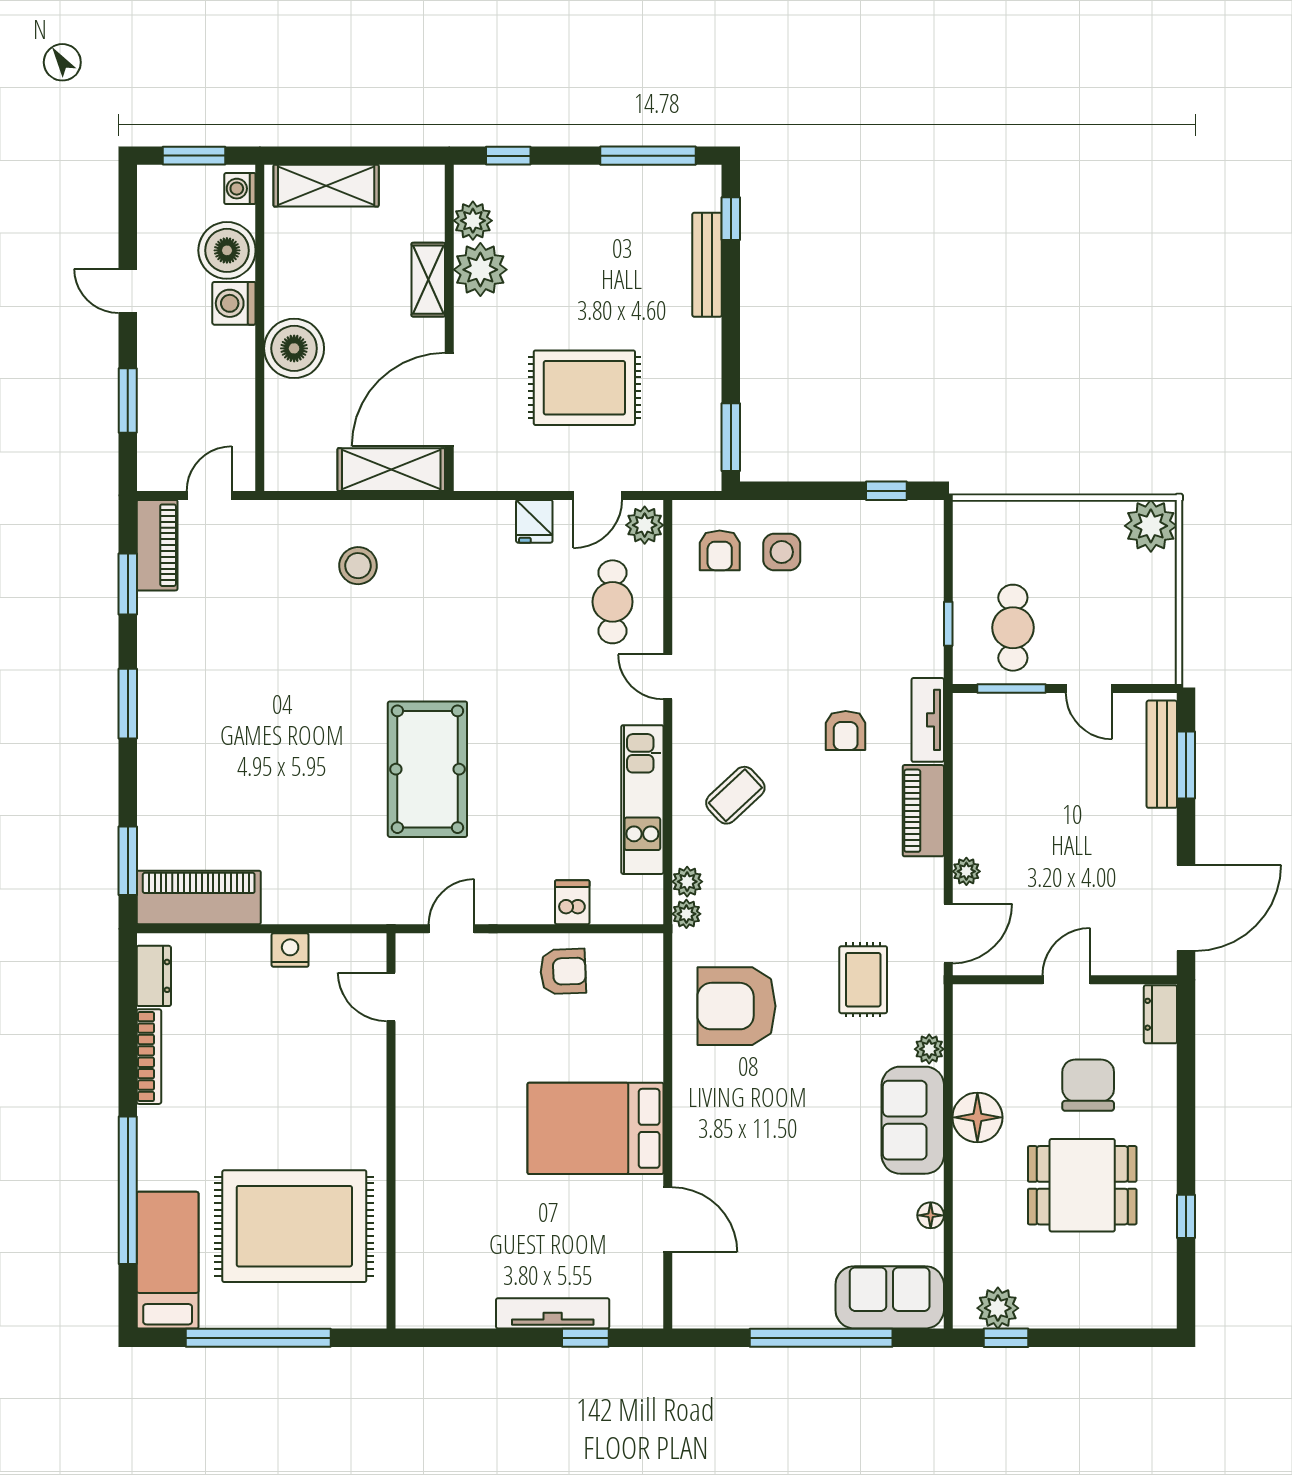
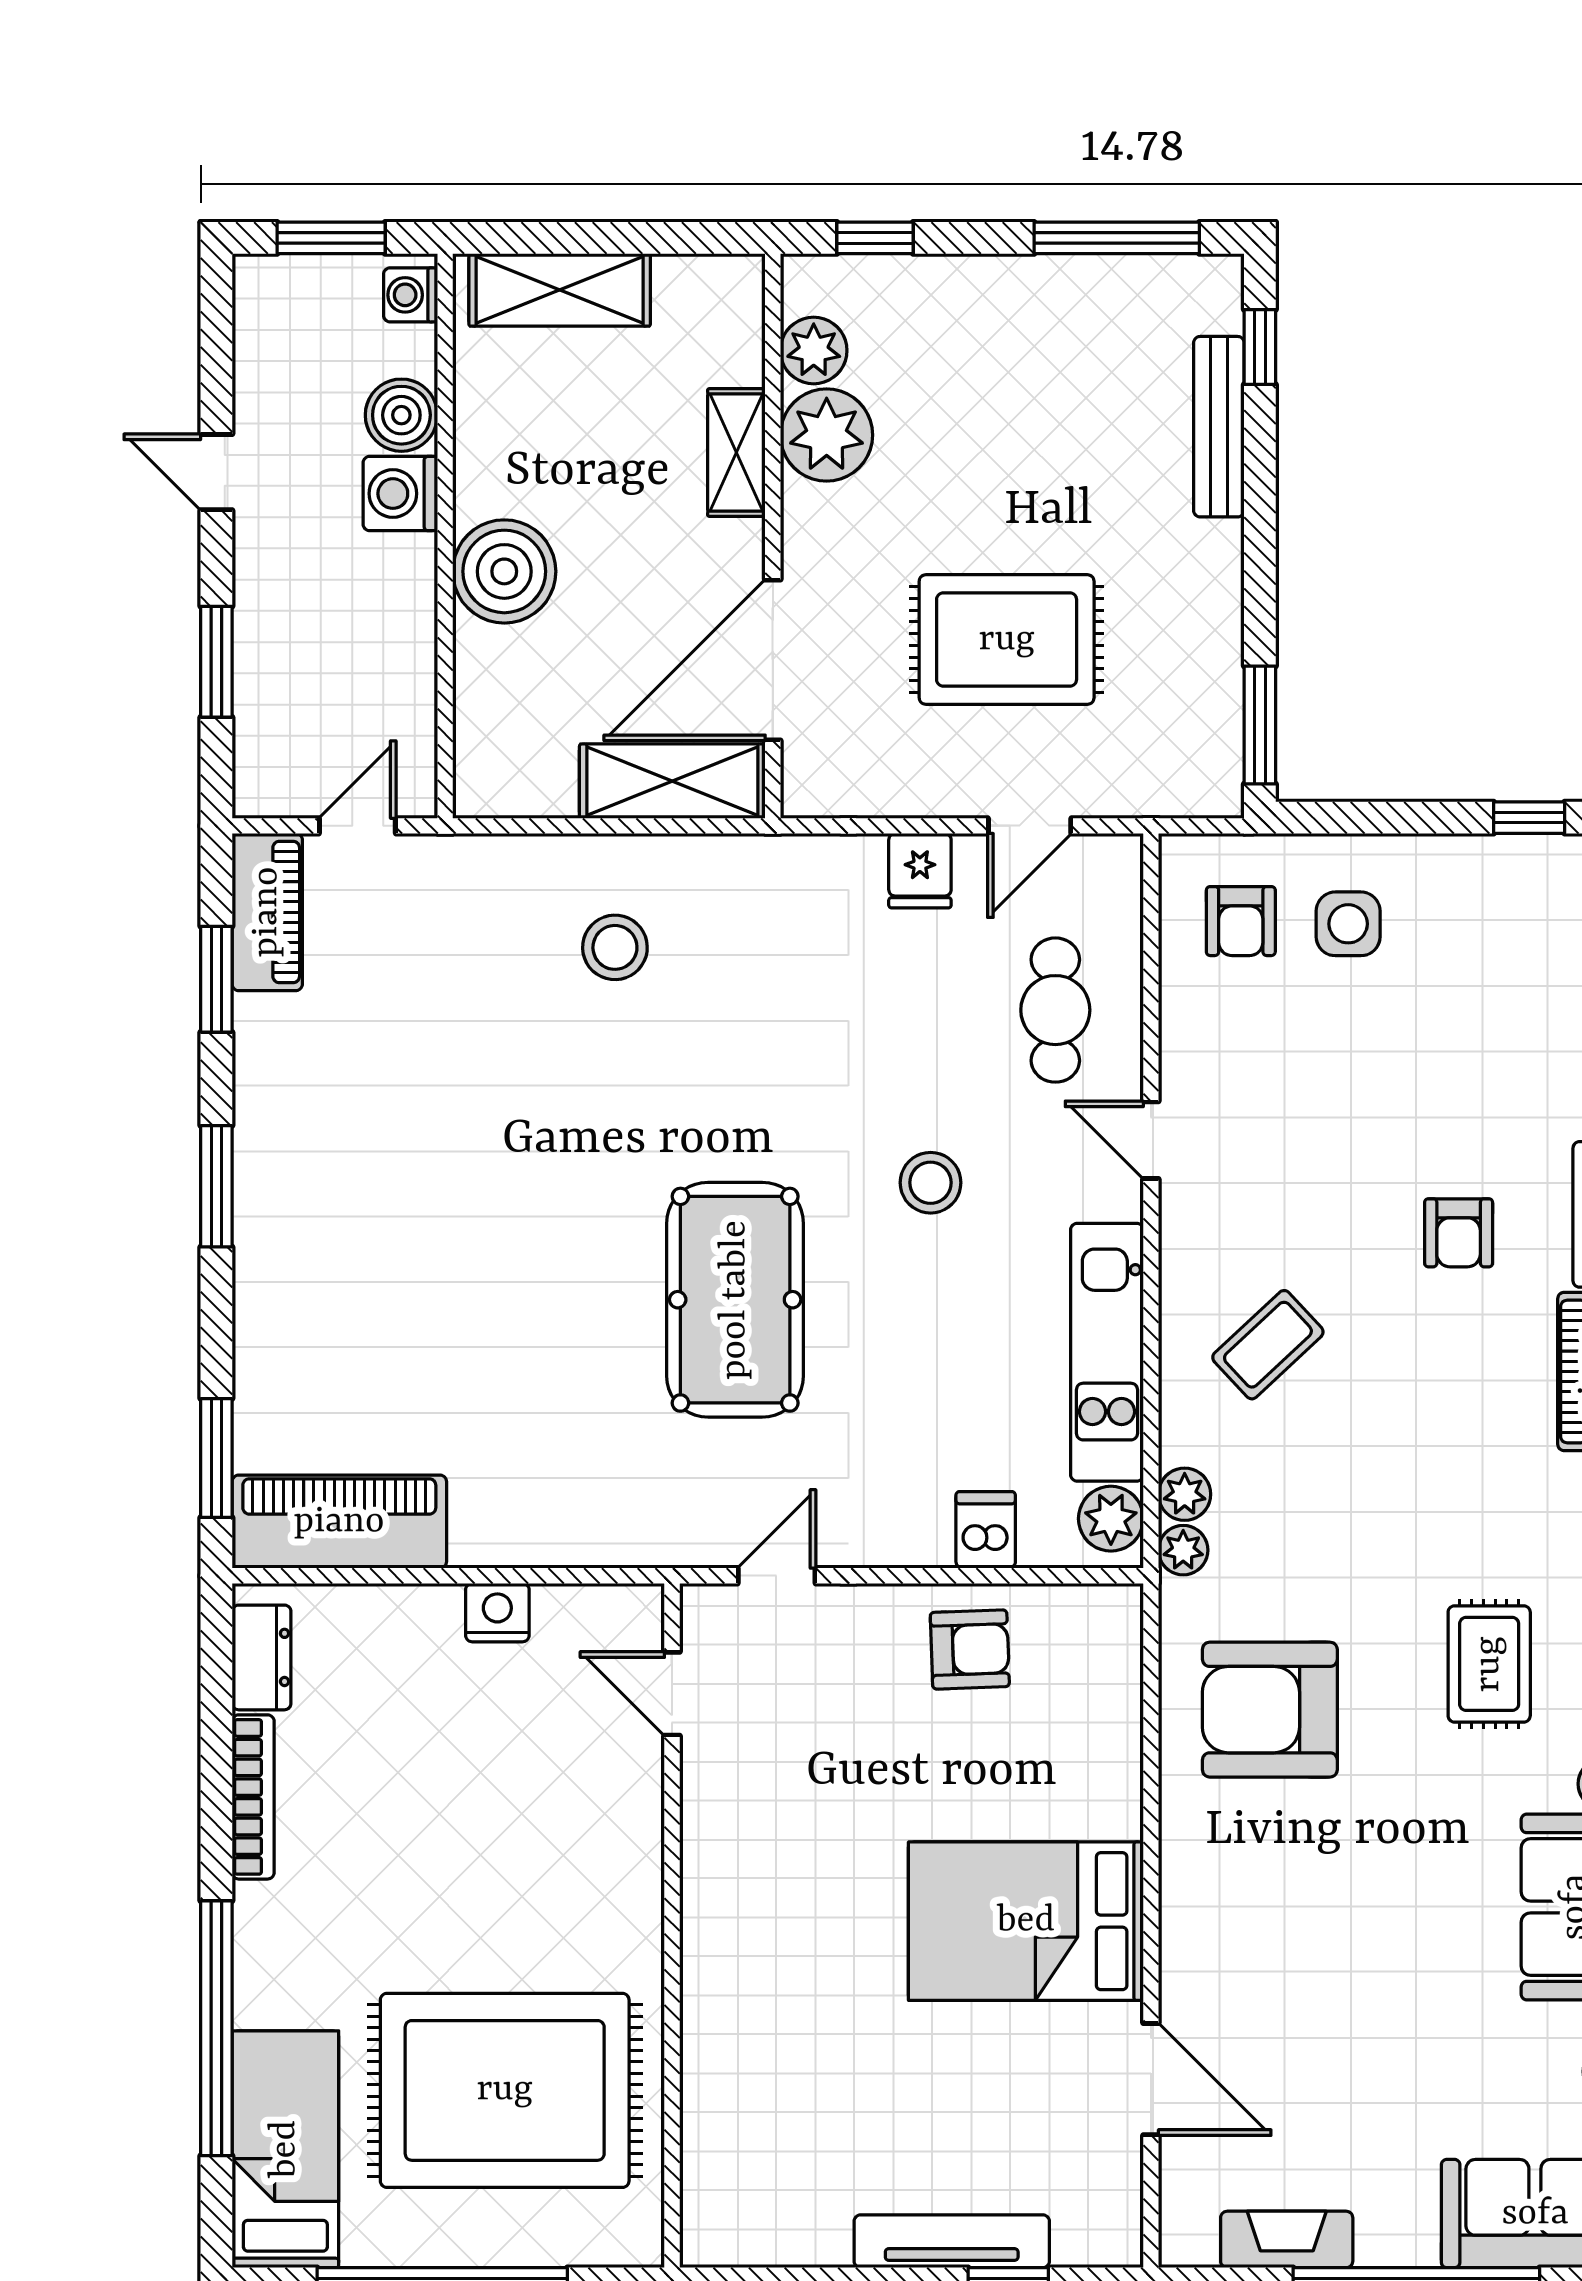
boiler: (227, 250) -> (401, 415), width x0.73, depth x0.73
plant: (645, 525) -> (1111, 1519), moved
stool: (540, 702) -> (931, 1183), added
fireplace: (746, 1312) -> (1287, 2239), added

